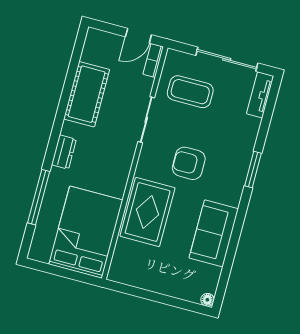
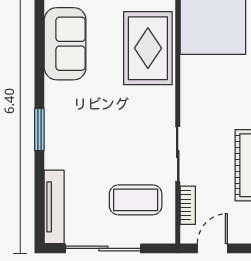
bookcase: (153, 60) -> (188, 205), moved
tv unit: (260, 95) -> (54, 207), width x1.41
armchair: (189, 163) -> (115, 117), removed

